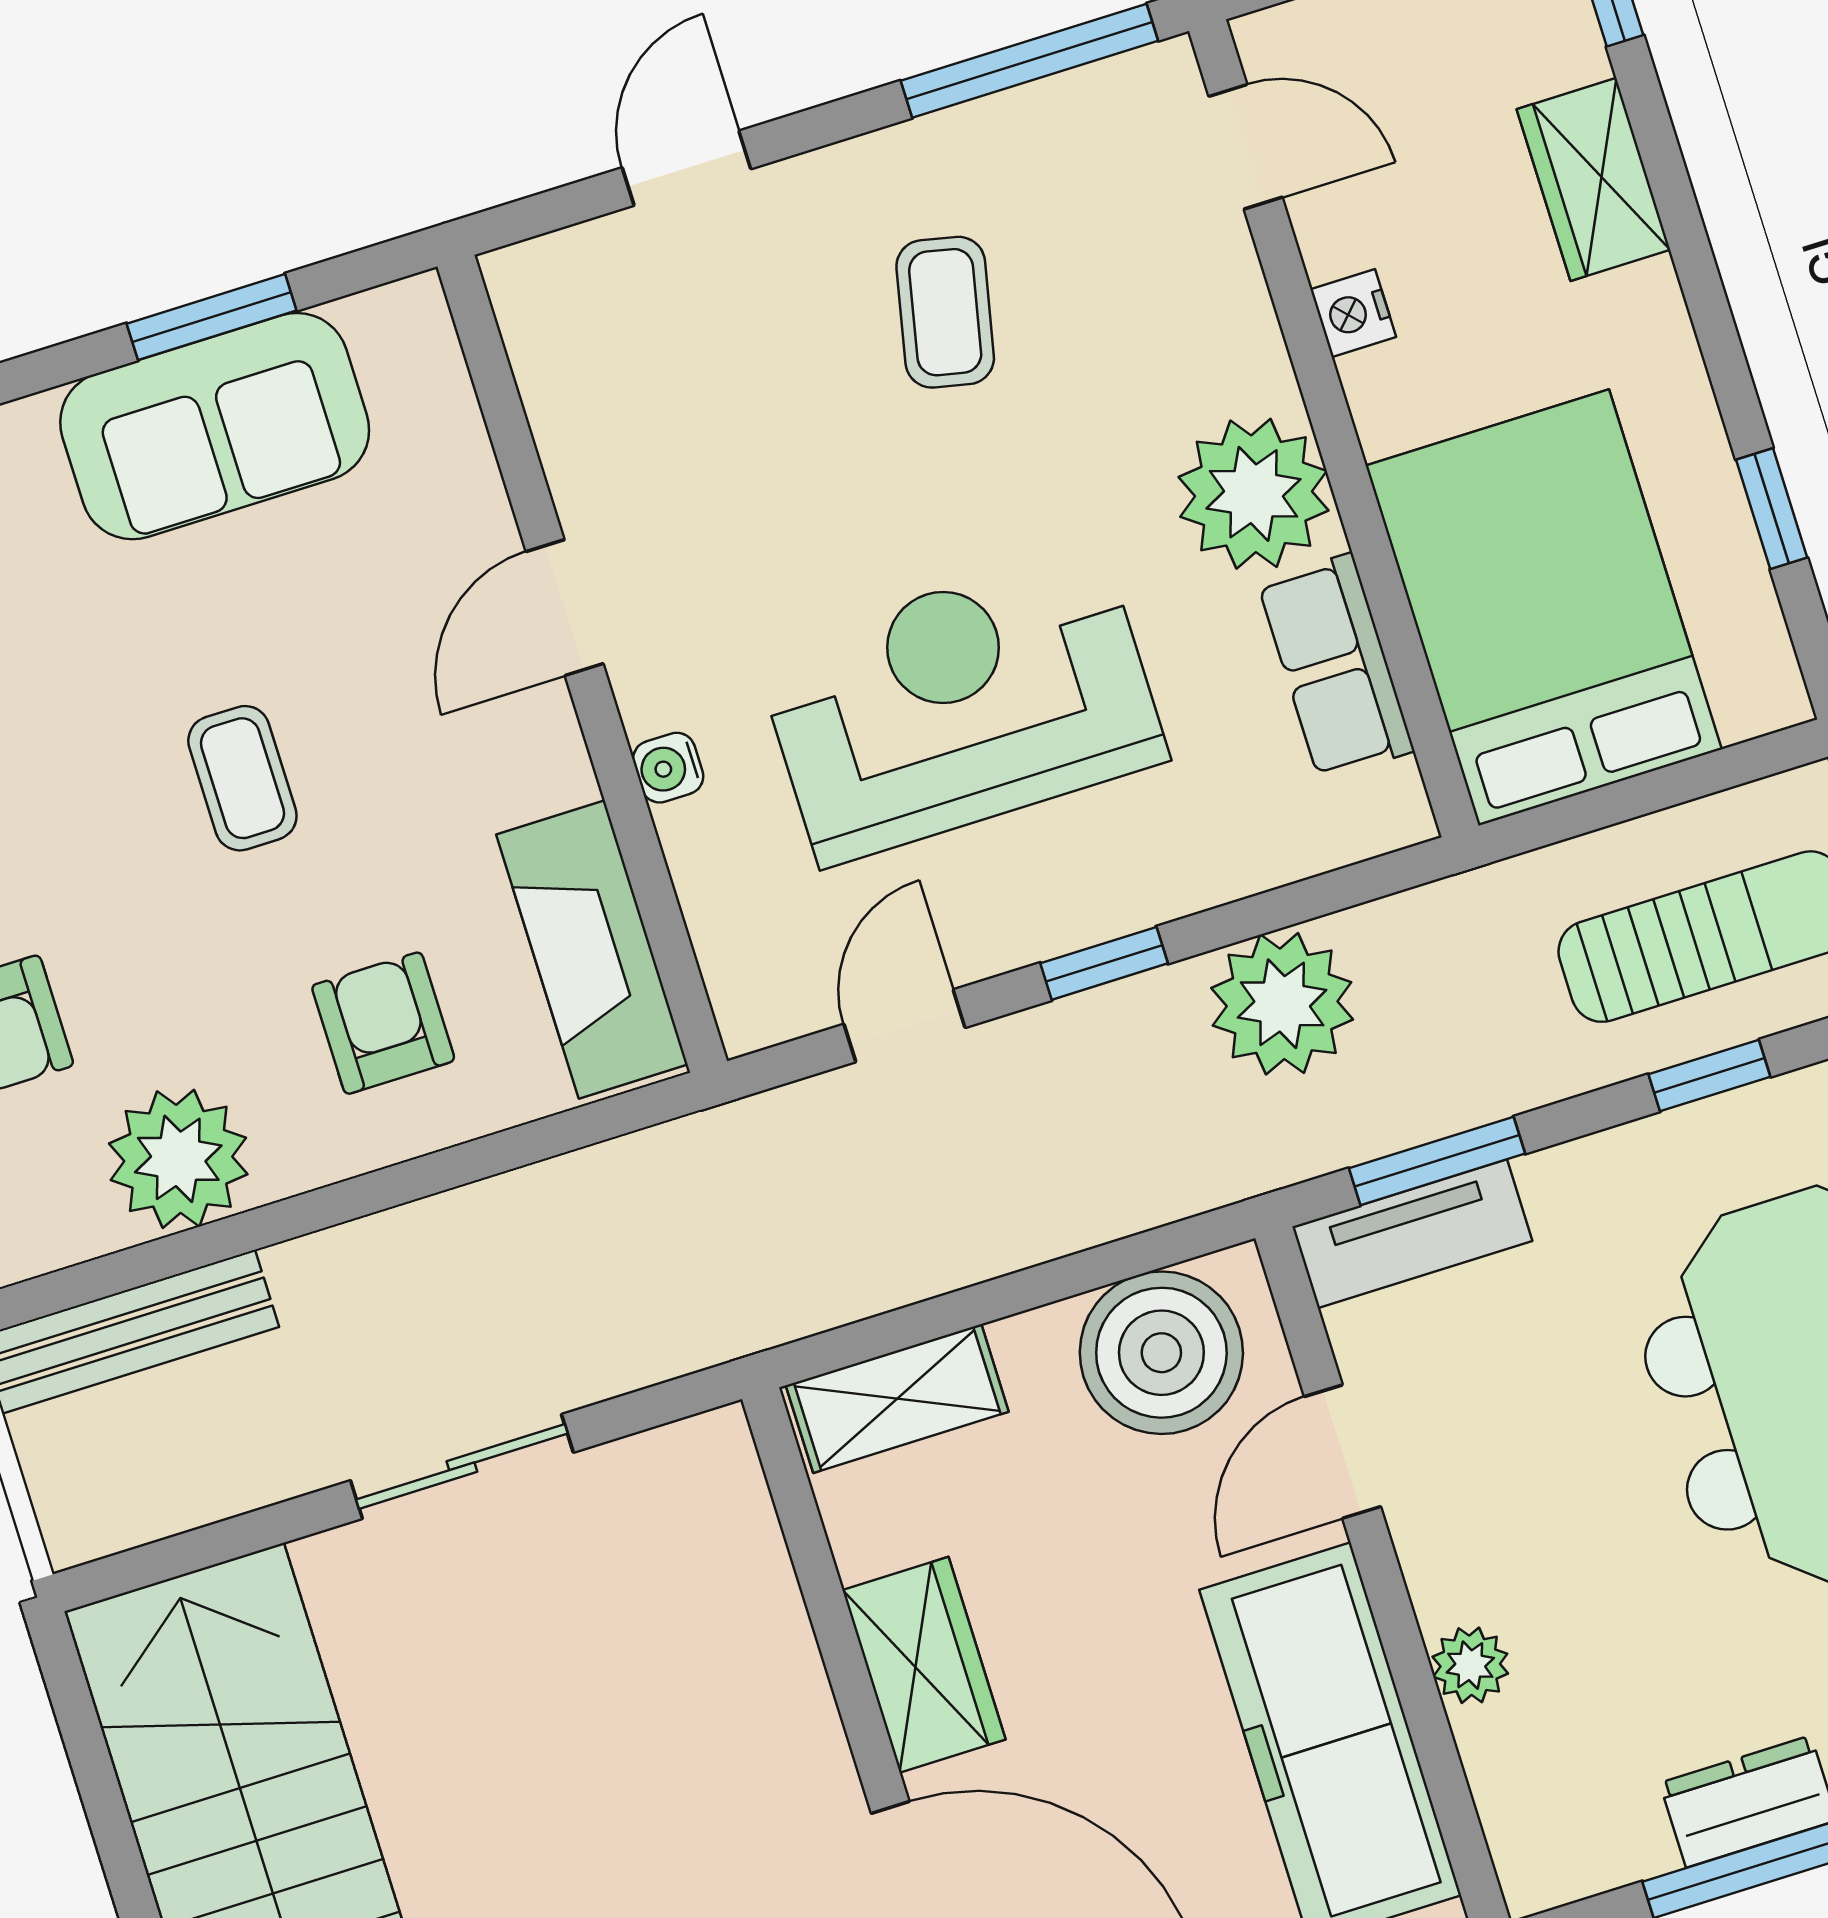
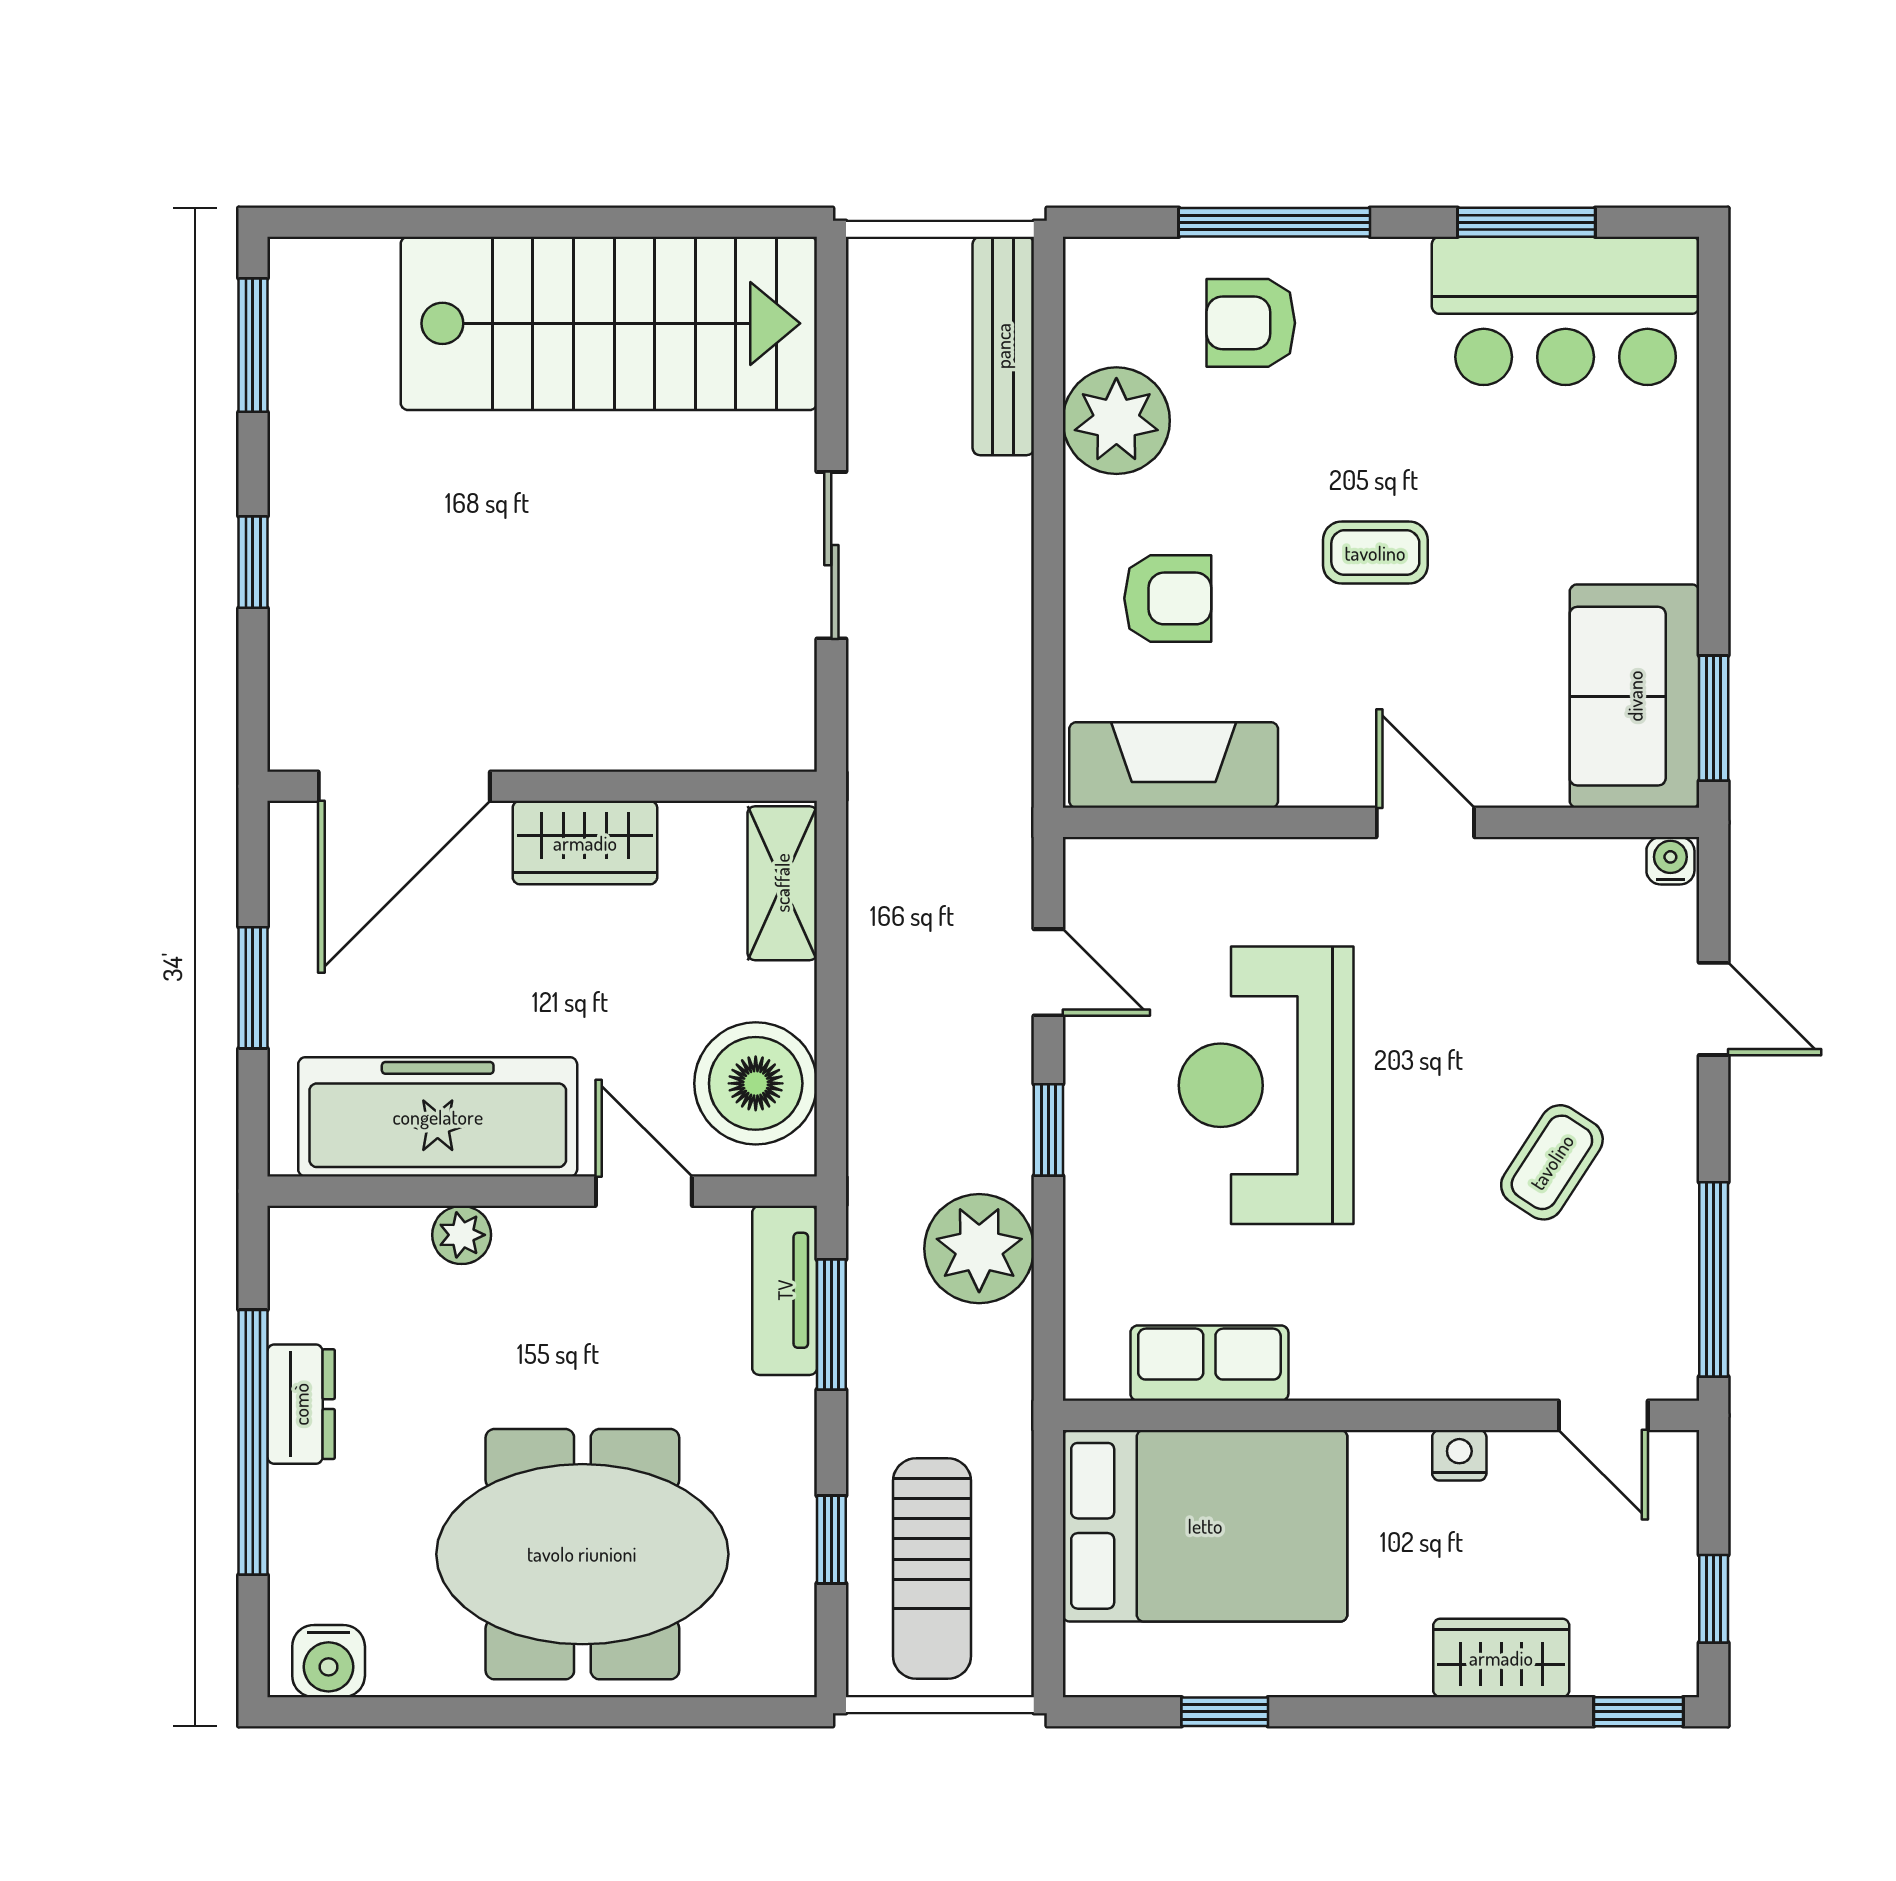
door: (1246, 147) -> (1603, 1415), hinge flipped
coffee table: (945, 312) -> (1552, 1162), turned -69
window: (211, 317) -> (1714, 718), moved
sofa: (215, 426) -> (1635, 696), moved
plant: (1254, 494) -> (1352, 1343), removed
reception desk: (961, 705) -> (1266, 1085), turned 180
water cooler: (668, 768) -> (1670, 861), moved

